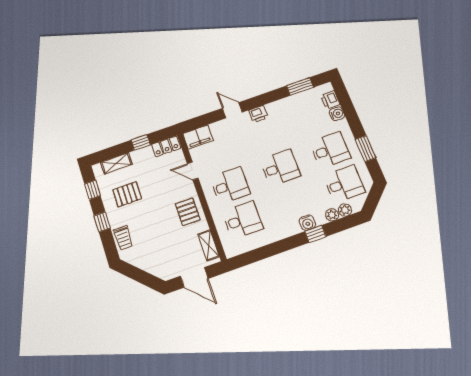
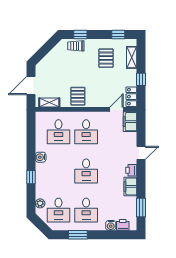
filing cabinet: (279, 108) -> (130, 186), added
door: (193, 171) -> (117, 109), moved
pallet: (188, 212) -> (78, 96), turned 90
plant: (332, 215) -> (40, 193), removed
window: (102, 222) -> (80, 35), moved
water cooler: (307, 223) -> (41, 157), moved

